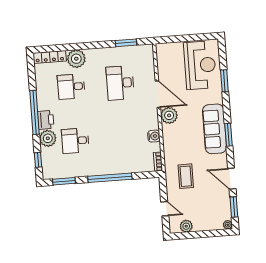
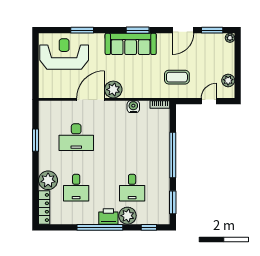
window: (126, 43) -> (35, 140), moved

